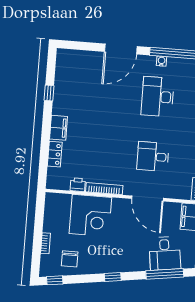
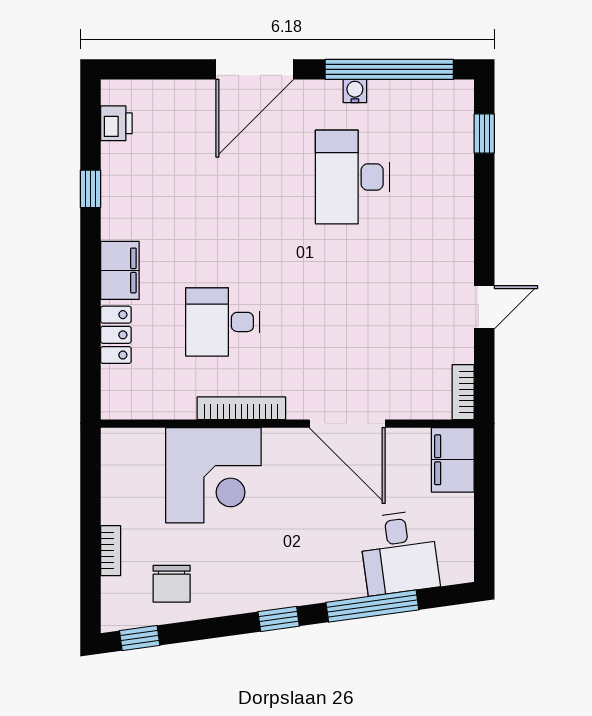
desk: (153, 157) -> (223, 322), moved
printer: (78, 185) -> (116, 123), moved, turned 90
window: (165, 274) -> (372, 606), moved

